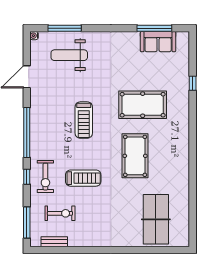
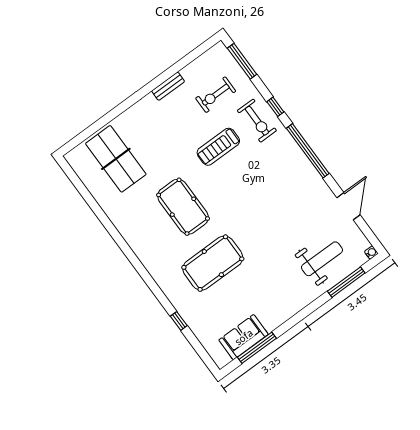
treadmill: (84, 120) -> (260, 205), removed
exercise bike: (45, 177) -> (257, 121), turned 180
bench: (54, 242) -> (168, 86), moved

